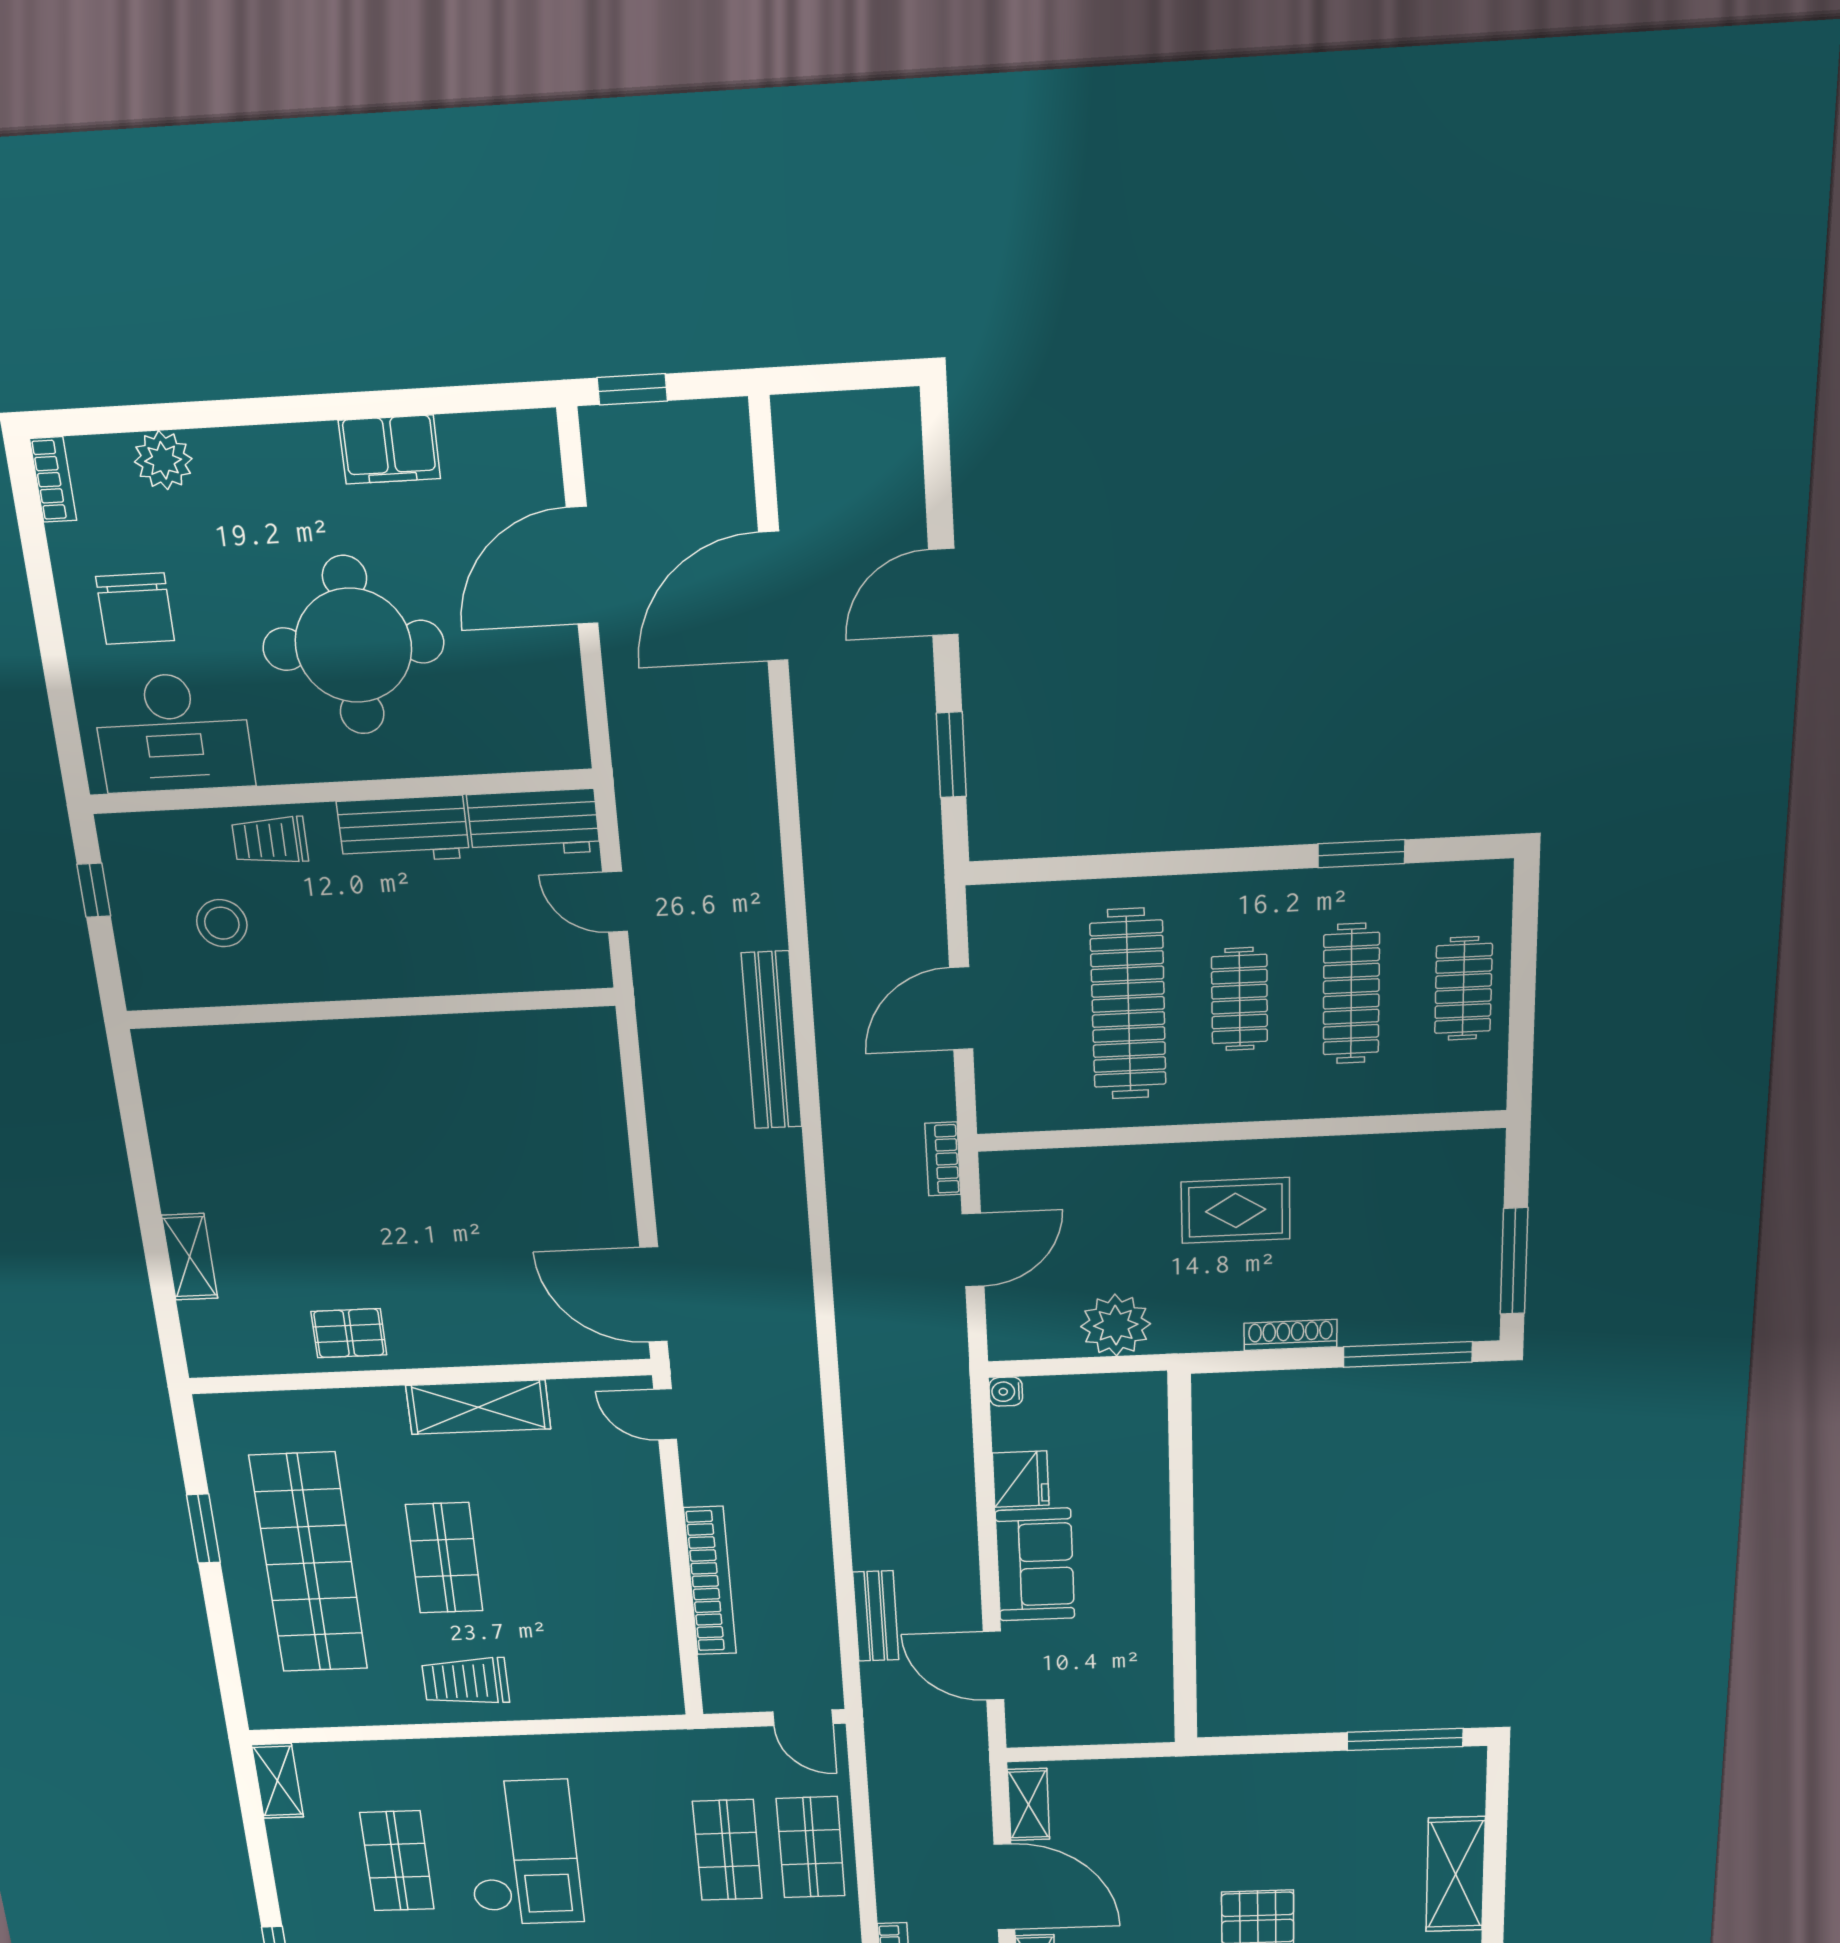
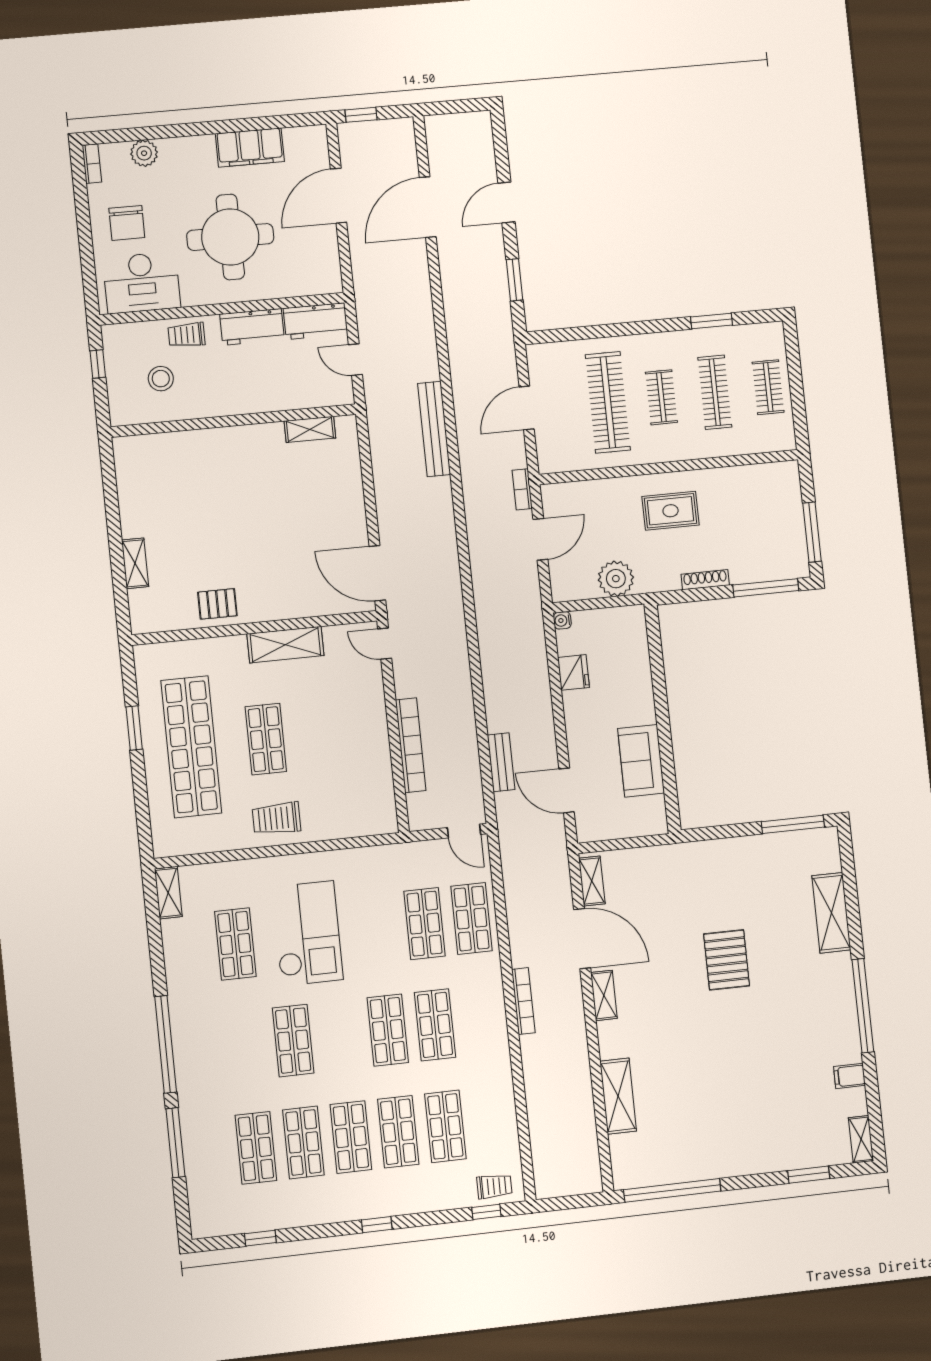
filing cabinet: (389, 450) -> (250, 148), width x1.50, depth x1.17
shelving: (523, 1031) -> (310, 429), added
sofa: (1035, 1565) -> (641, 761), moved, turned 180

